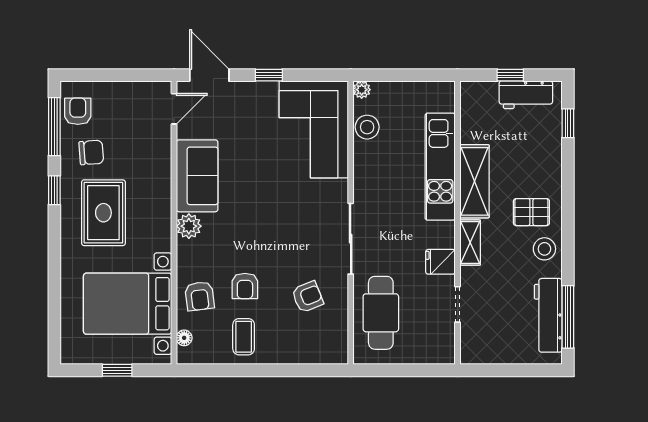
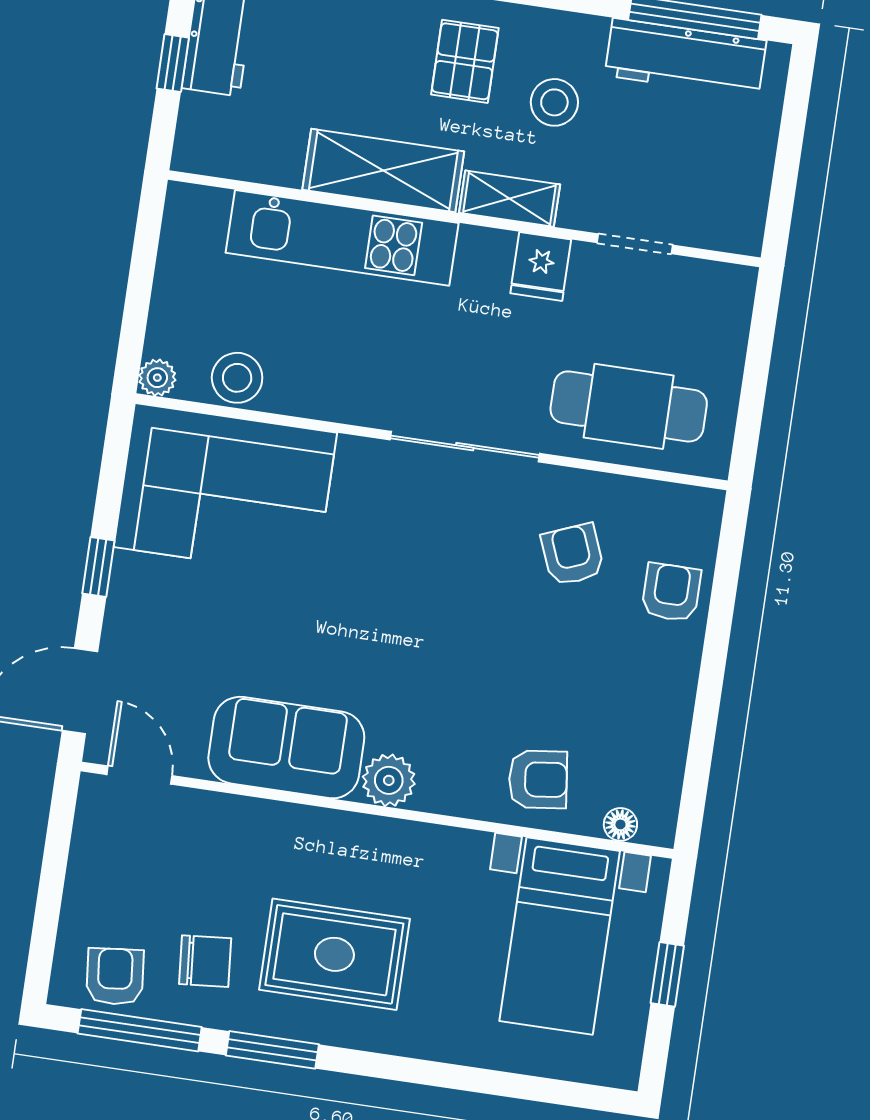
armchair: (78, 111) -> (115, 977), turned 84
chair: (91, 152) -> (205, 961), turned 89
window: (54, 190) -> (272, 1050), width x1.50
stool: (544, 249) -> (554, 102), moved
armchair: (245, 286) -> (671, 592), moved, turned -90
bed with nightstands: (128, 304) -> (560, 936), width x0.73
coffee table: (244, 337) -> (636, 700), removed

